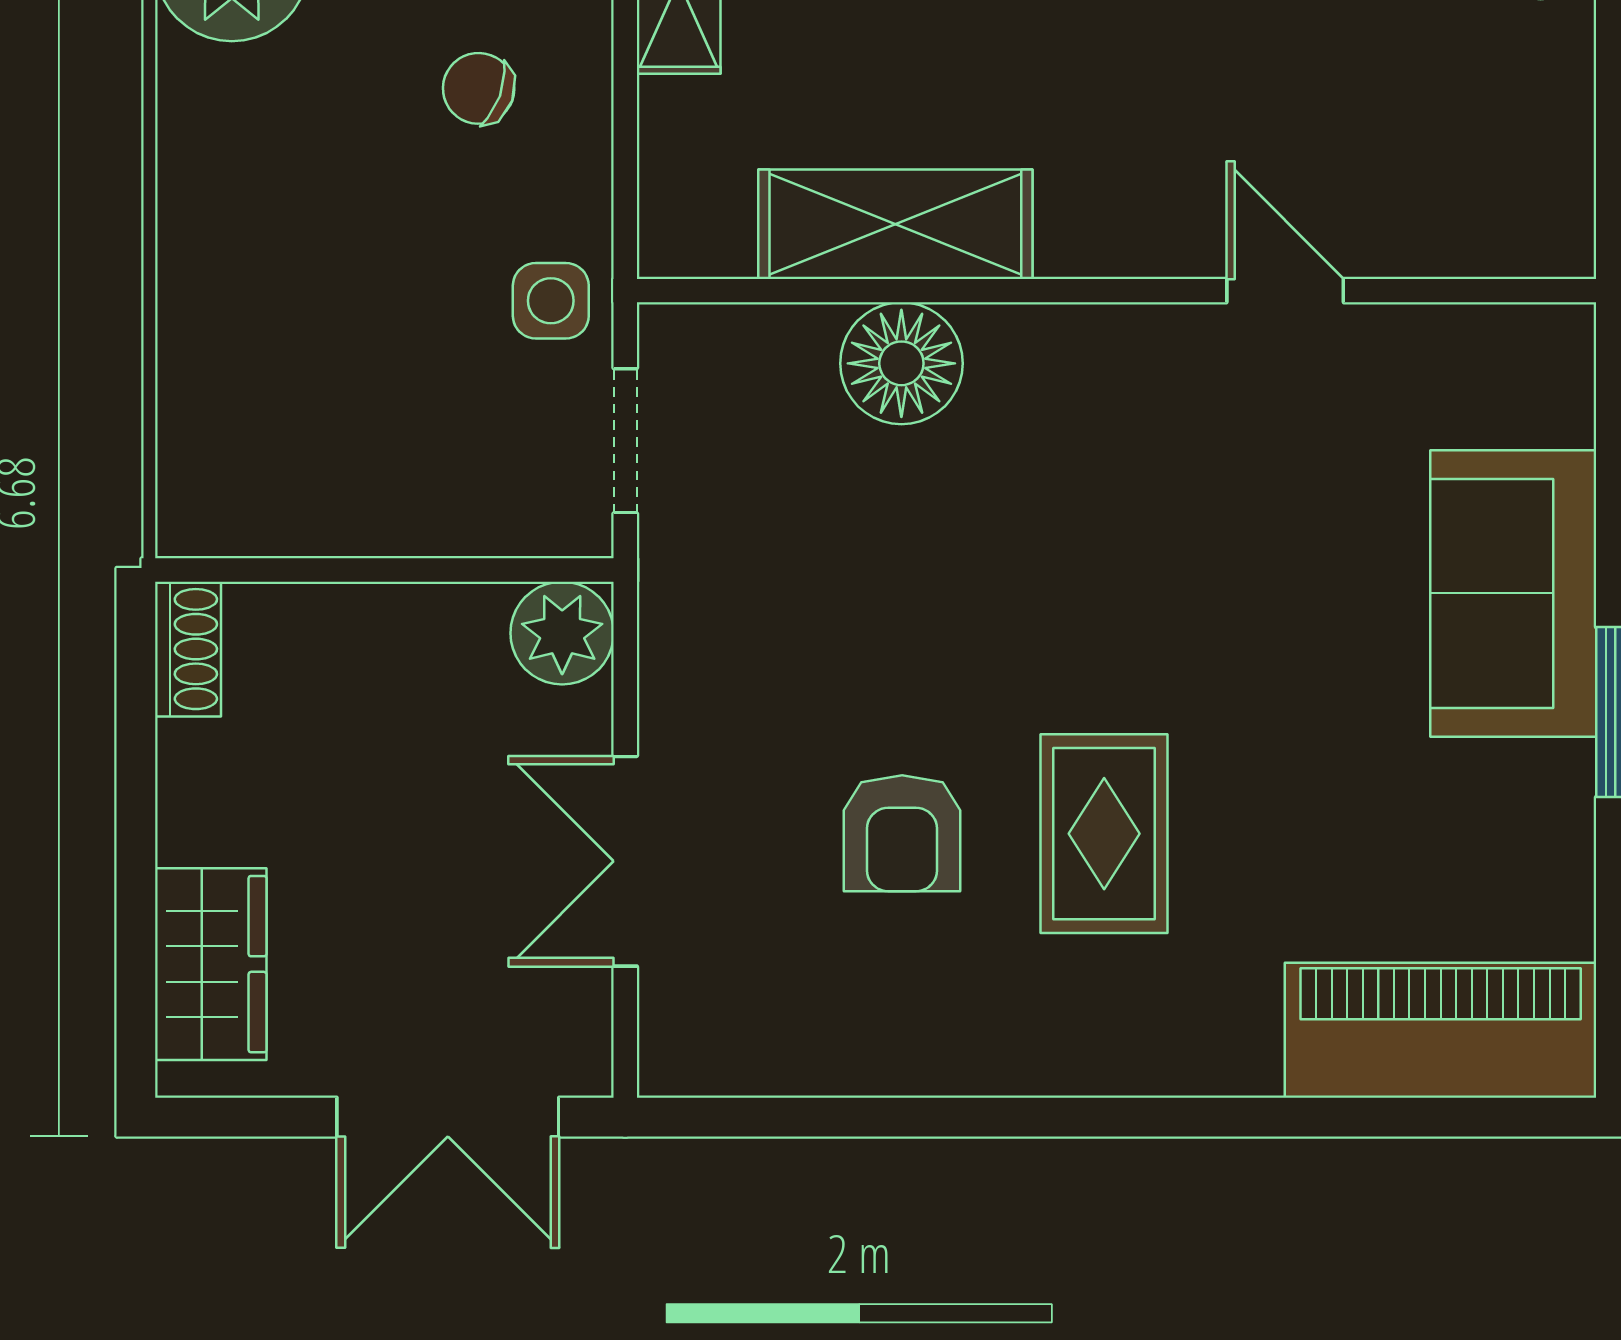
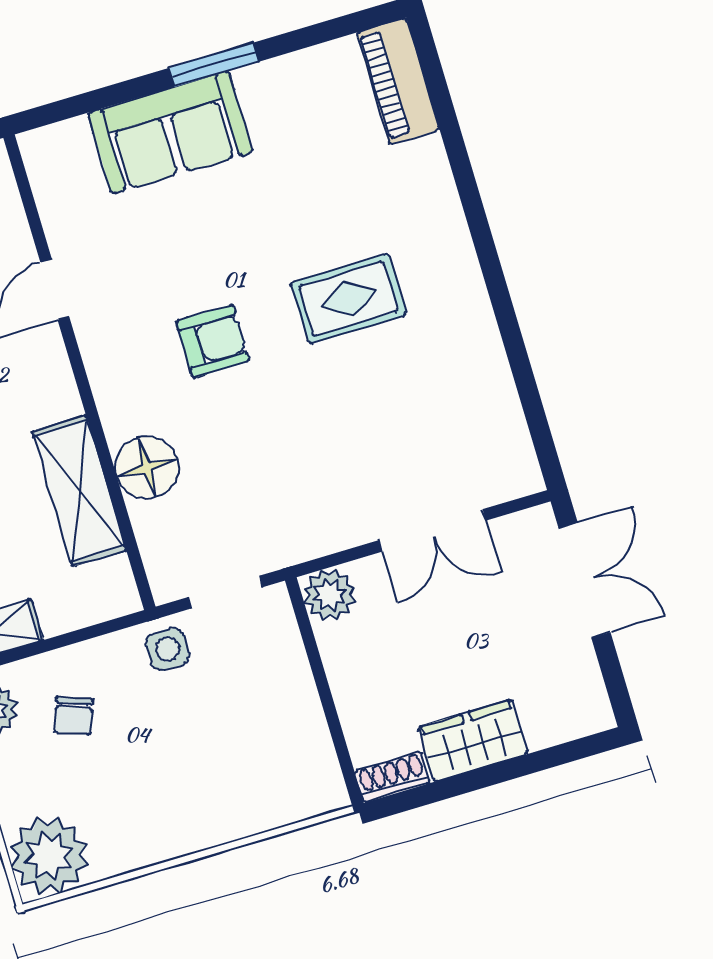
armchair: (902, 833) -> (213, 341), moved
wardrobe: (211, 964) -> (473, 740), moved
piano: (1441, 1030) -> (398, 81), width x0.73, depth x0.75

